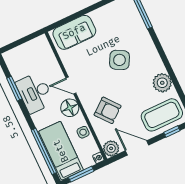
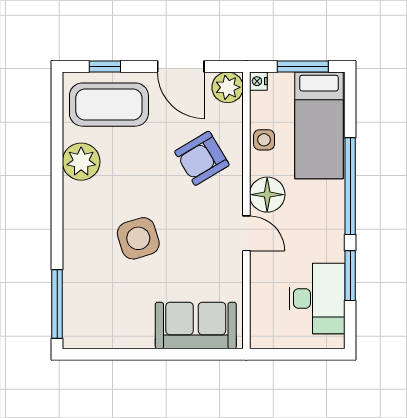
side table: (119, 60) -> (138, 238), turned 45
desk: (35, 93) -> (317, 299), moved
armchair: (108, 110) -> (202, 158), turned -82
window: (44, 151) -> (350, 186), moved

